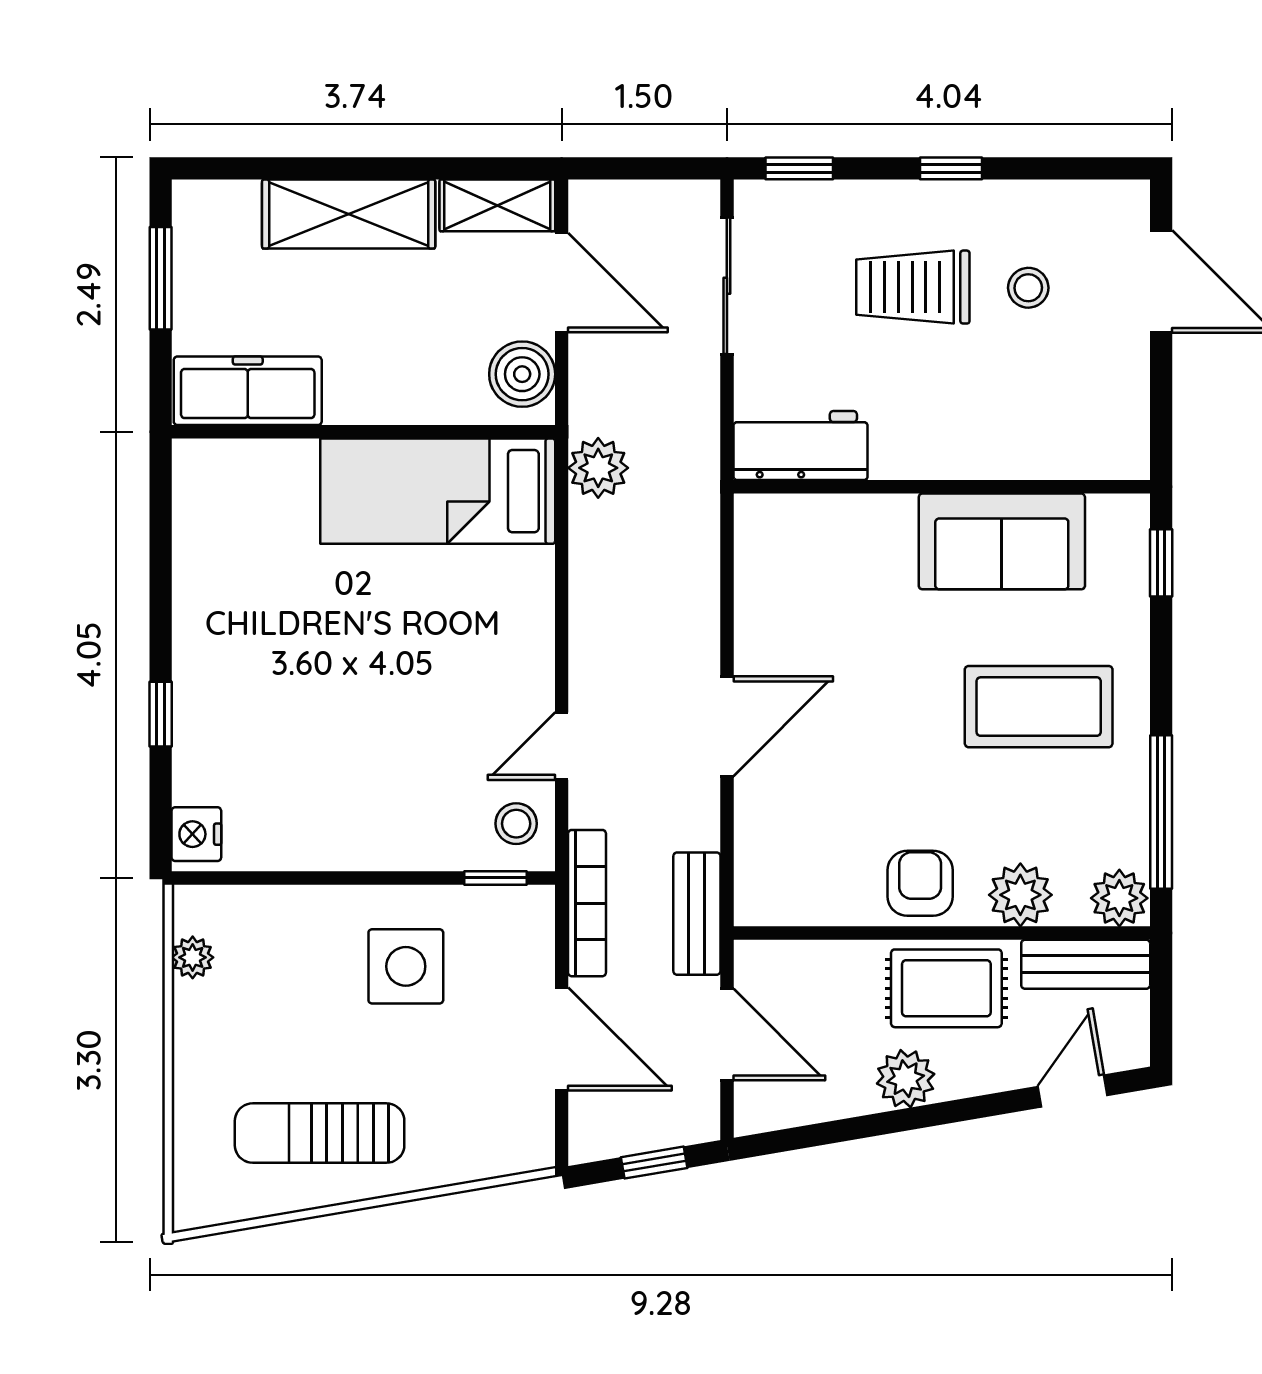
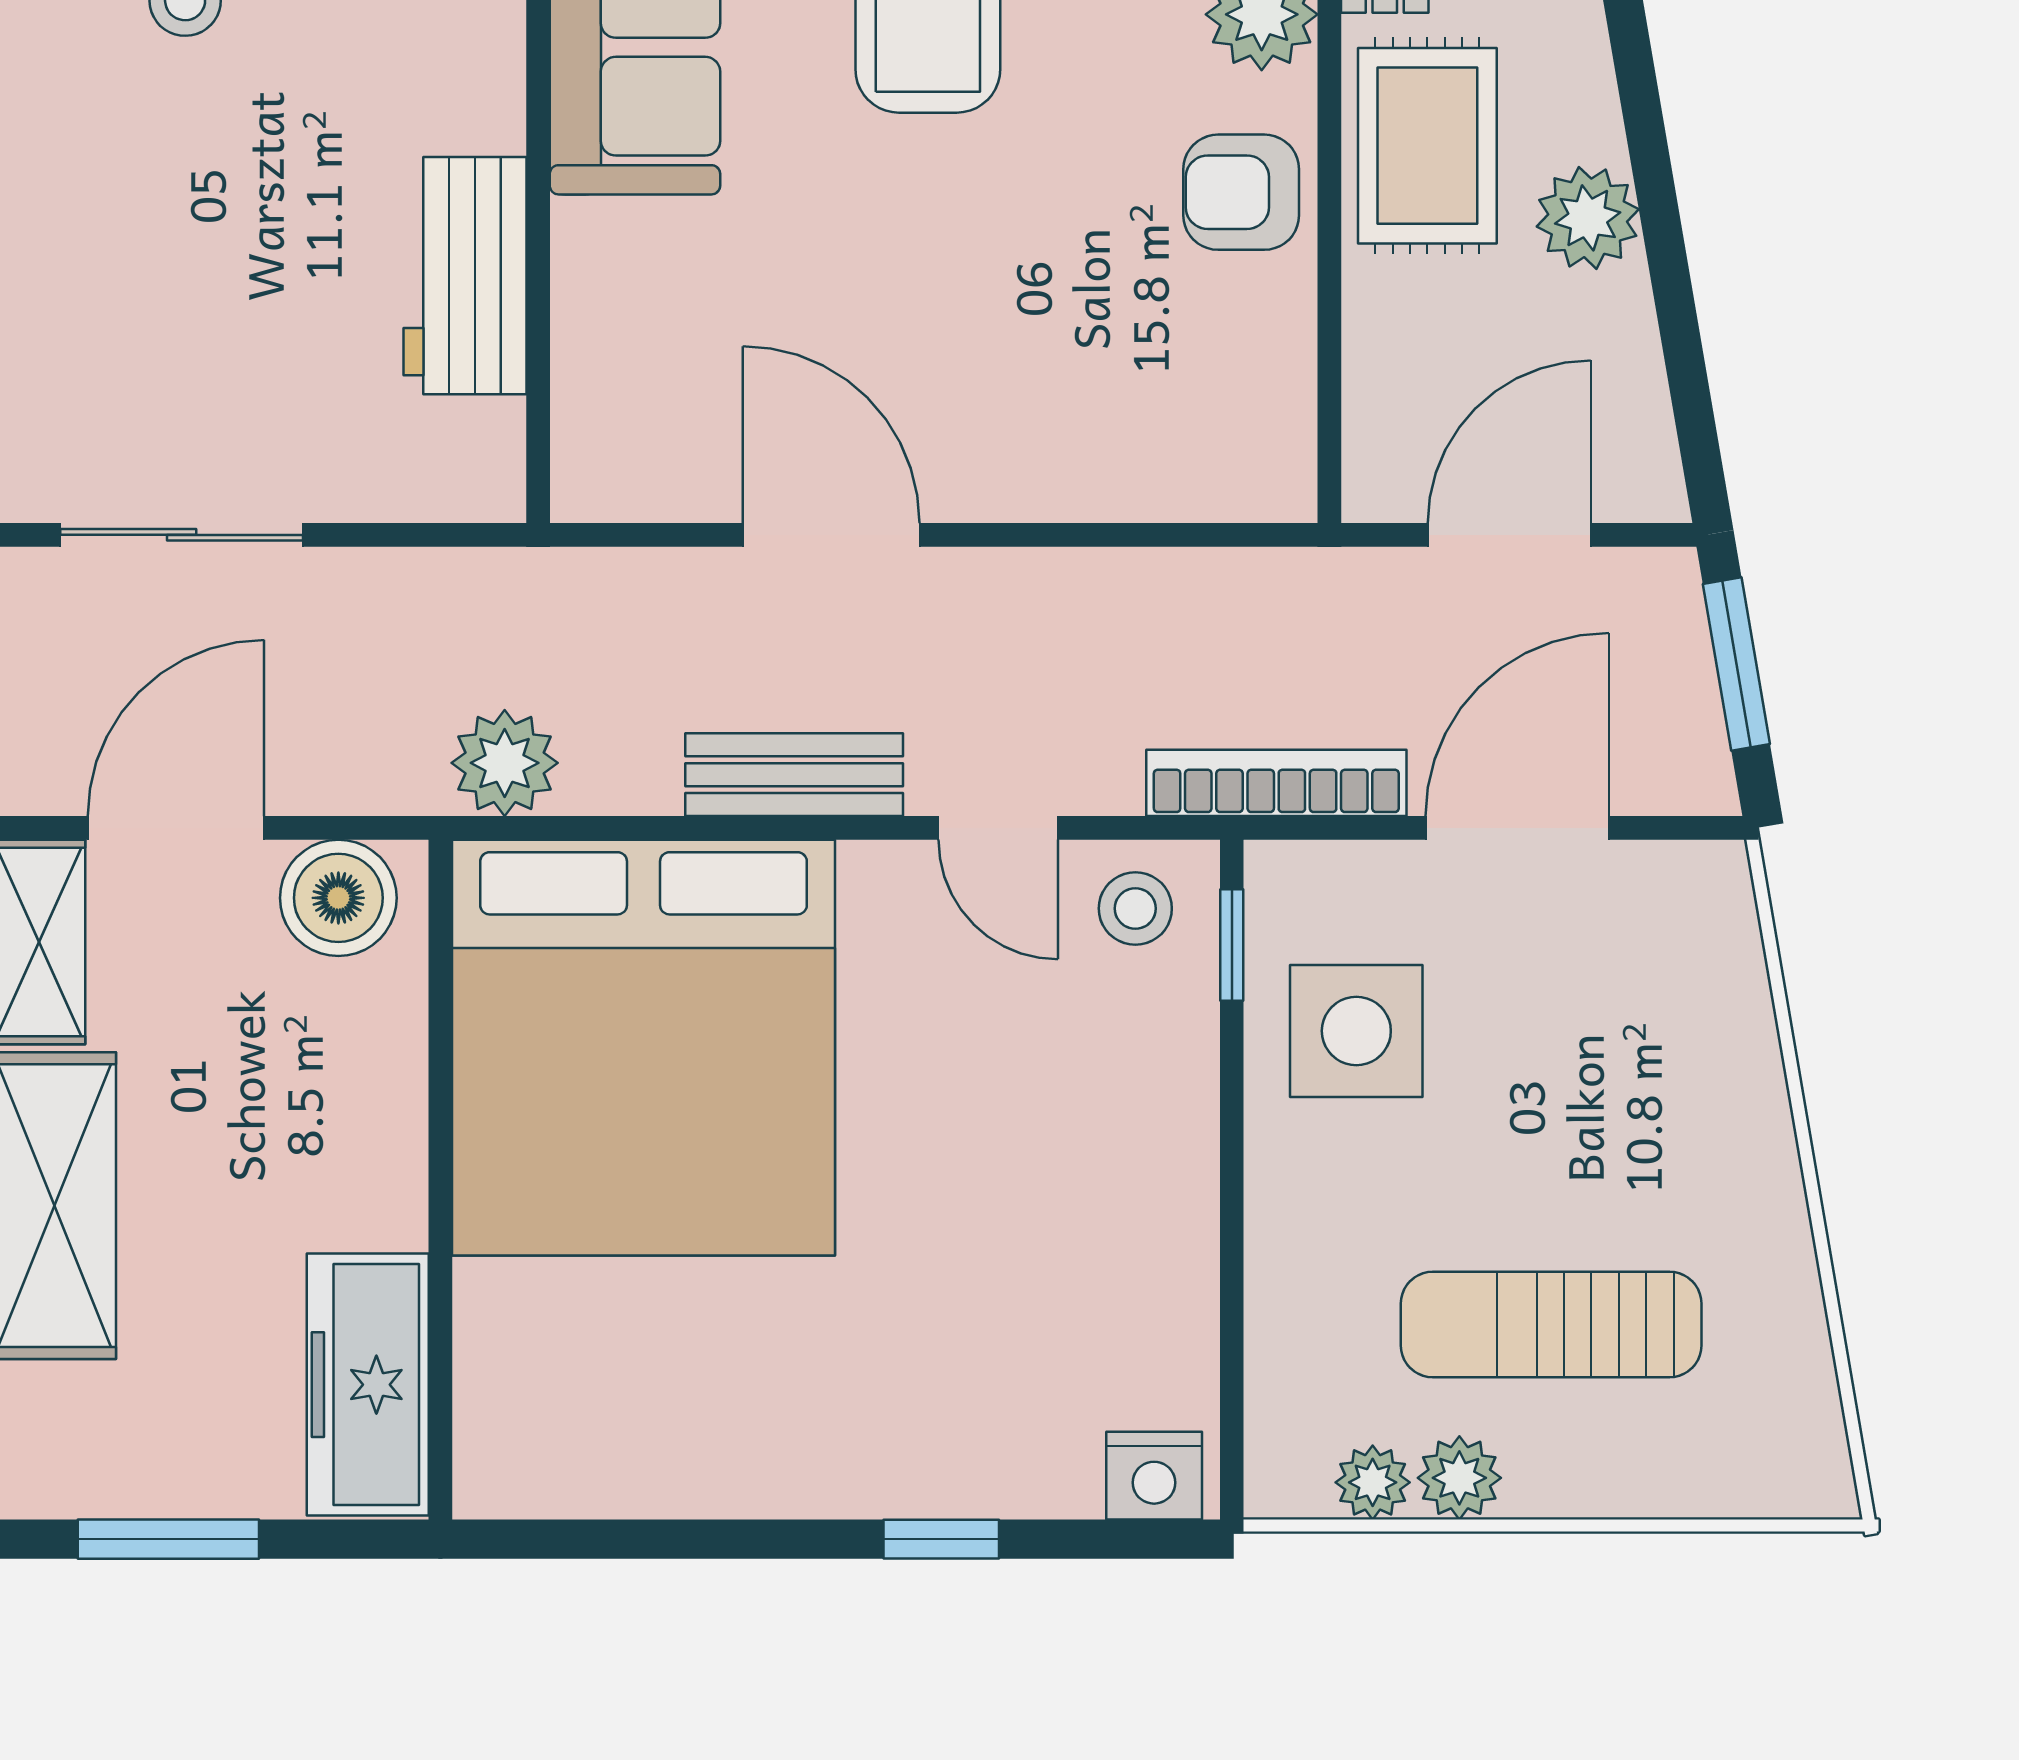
trolley: (913, 287) -> (184, 205), removed
workbench: (801, 446) -> (465, 276), moved
bed: (438, 491) -> (644, 1048), width x2.04
door: (727, 726) -> (831, 535), moved
bench: (697, 914) -> (794, 775), moved
side table: (406, 966) -> (1356, 1031), moved
plant: (195, 1006) -> (1459, 1478), added
sun lounger: (320, 1133) -> (1551, 1325), moved, turned 90
window: (654, 1163) -> (1736, 664), width x1.50

